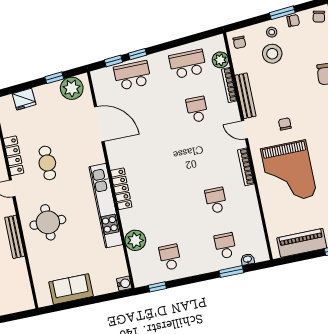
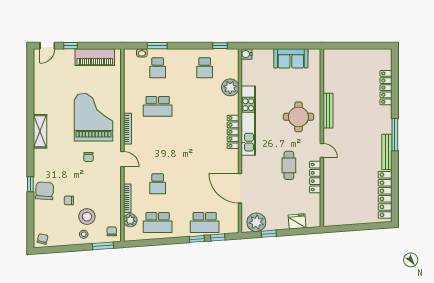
window: (282, 13) -> (103, 246), moved
chair: (293, 21) -> (69, 200), moved
bench: (245, 96) -> (116, 187), removed
school desk: (216, 200) -> (158, 106), width x1.85

